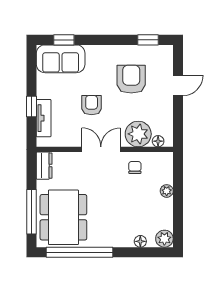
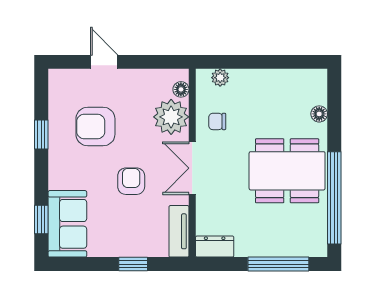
window: (148, 40) -> (41, 135), moved
armchair: (92, 105) -> (131, 181), turned 90
tv unit: (44, 118) -> (179, 231), moved, turned -90
plant: (167, 191) -> (220, 78), moved
dining table: (63, 217) -> (287, 171), moved
plant: (164, 239) -> (315, 81), removed

